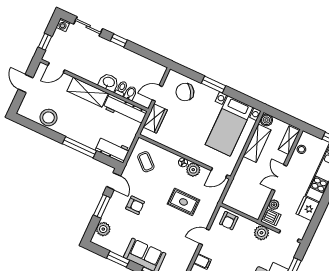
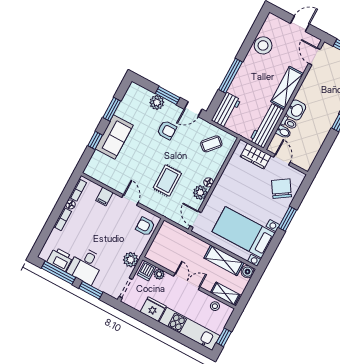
armchair: (135, 205) -> (167, 130), turned -90
plant: (103, 229) -> (157, 102), moved

